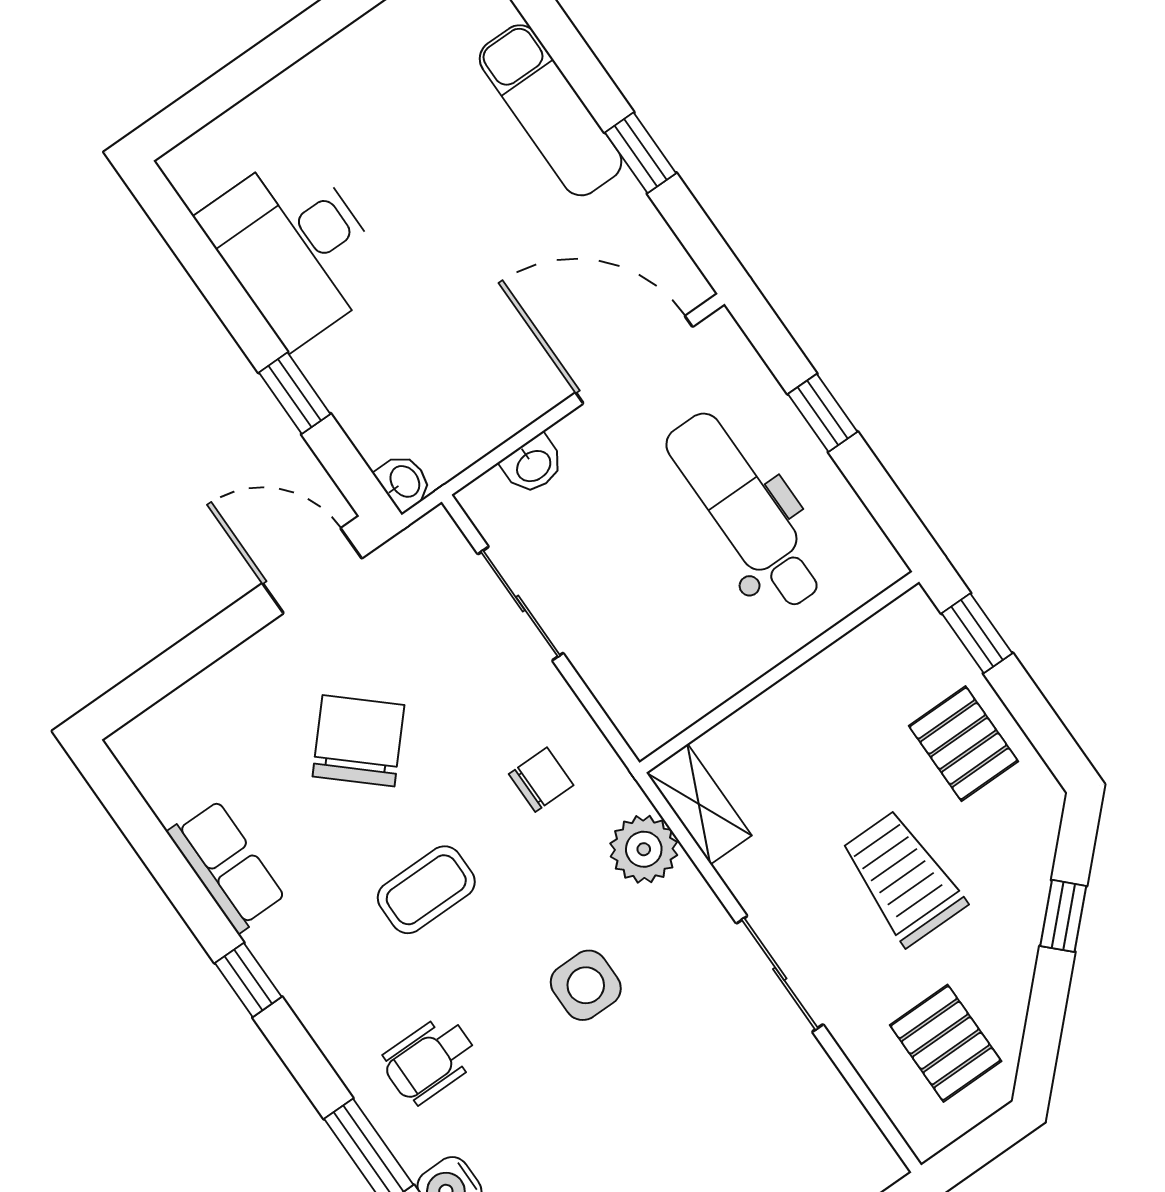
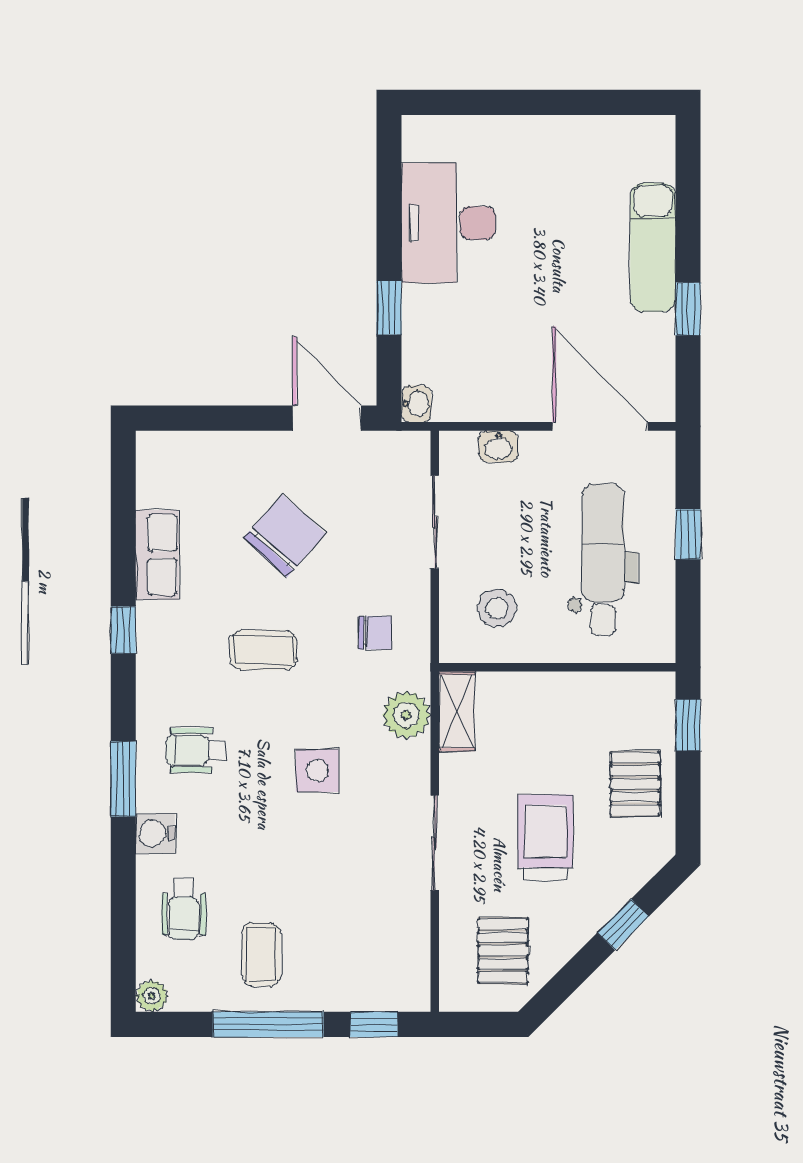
stool: (662, 652) -> (497, 608), added

